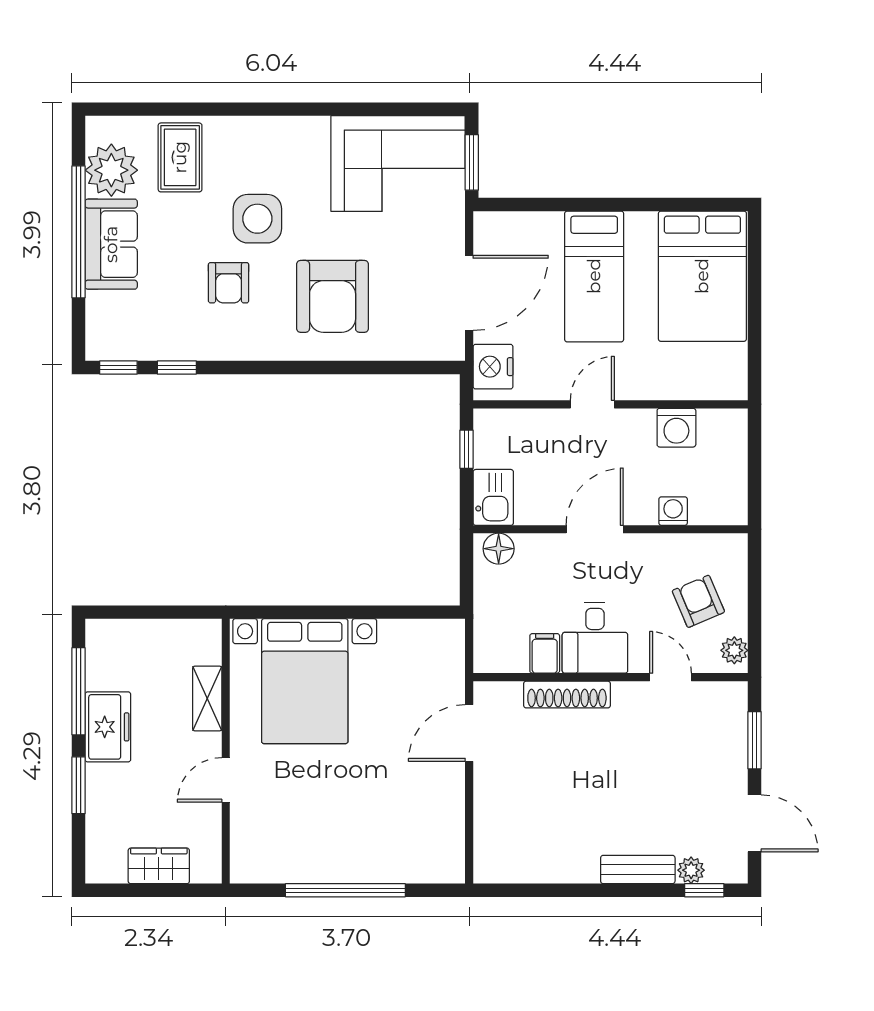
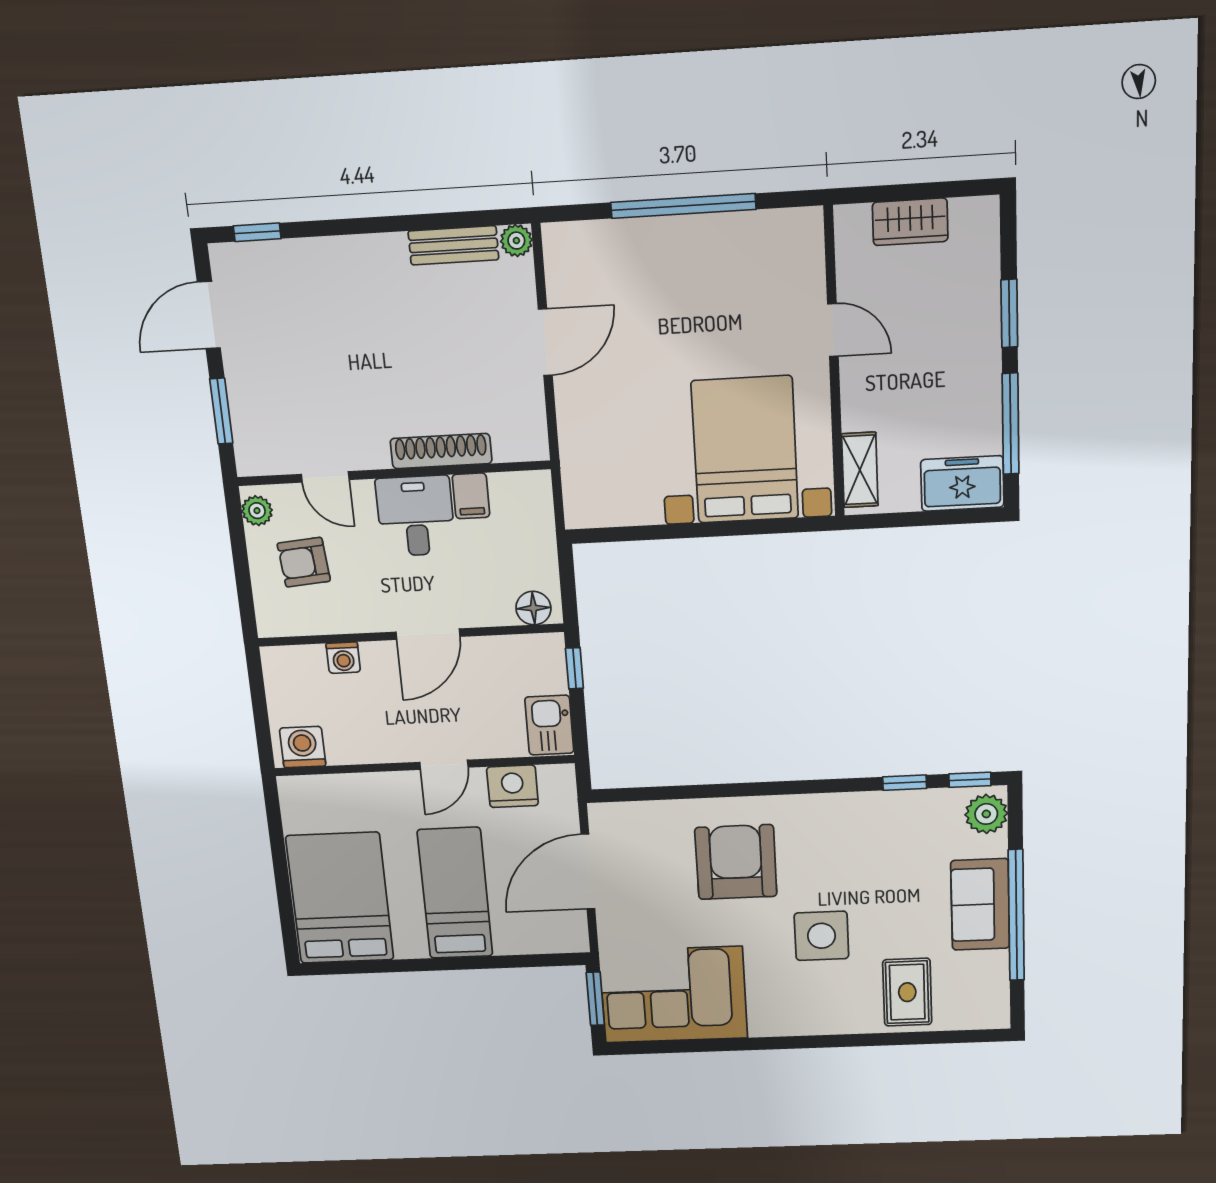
plant: (111, 170) -> (986, 814), moved, width x0.73, depth x0.73
armchair: (229, 283) -> (850, 871), removed
nightstand: (493, 367) -> (513, 786), moved, turned -90
washing machine: (676, 428) -> (303, 747), moved
window: (466, 449) -> (574, 668), moved
kitchen sink: (493, 497) -> (549, 725), moved
armchair: (698, 601) -> (304, 562), turned 108
shelving: (207, 698) -> (860, 470), moved
freezer: (108, 727) -> (962, 483), moved, turned 90
door: (469, 733) -> (545, 342), moved
door: (226, 780) -> (833, 330), hinge flipped
door: (754, 823) -> (209, 315), hinge flipped
bench: (638, 869) -> (453, 245), moved
plant: (691, 870) -> (516, 241), moved

